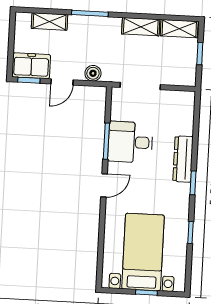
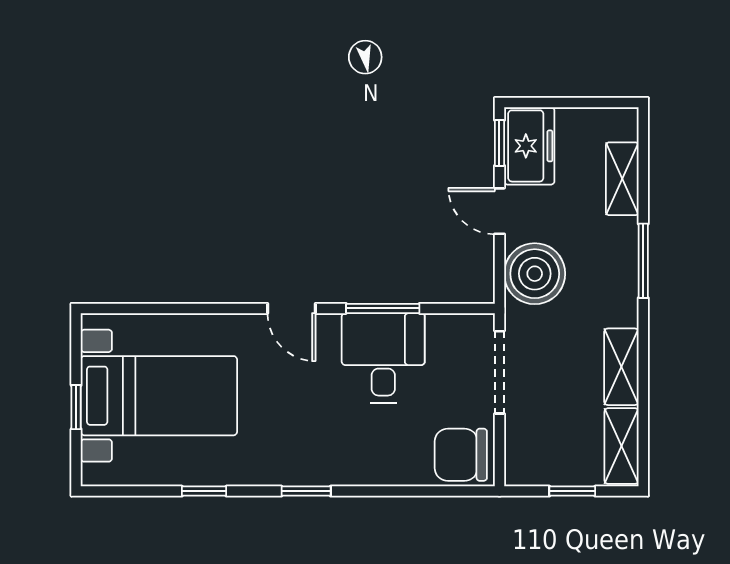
boiler: (93, 73) -> (535, 274), width x1.86, depth x1.86
chair: (179, 107) -> (461, 455), added
dresser: (183, 159) -> (354, 468), removed

